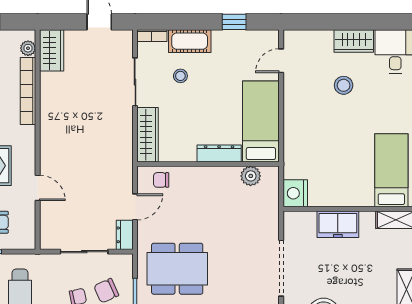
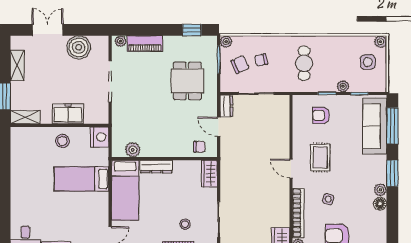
stool: (344, 85) -> (62, 141), moved
wardrobe: (148, 135) -> (209, 174), width x0.67
bed: (391, 170) -> (82, 179), moved, turned 90
door: (38, 188) -> (291, 169), moved
door: (135, 207) -> (219, 127), hinge flipped
dining table: (177, 269) -> (187, 81), width x0.73

